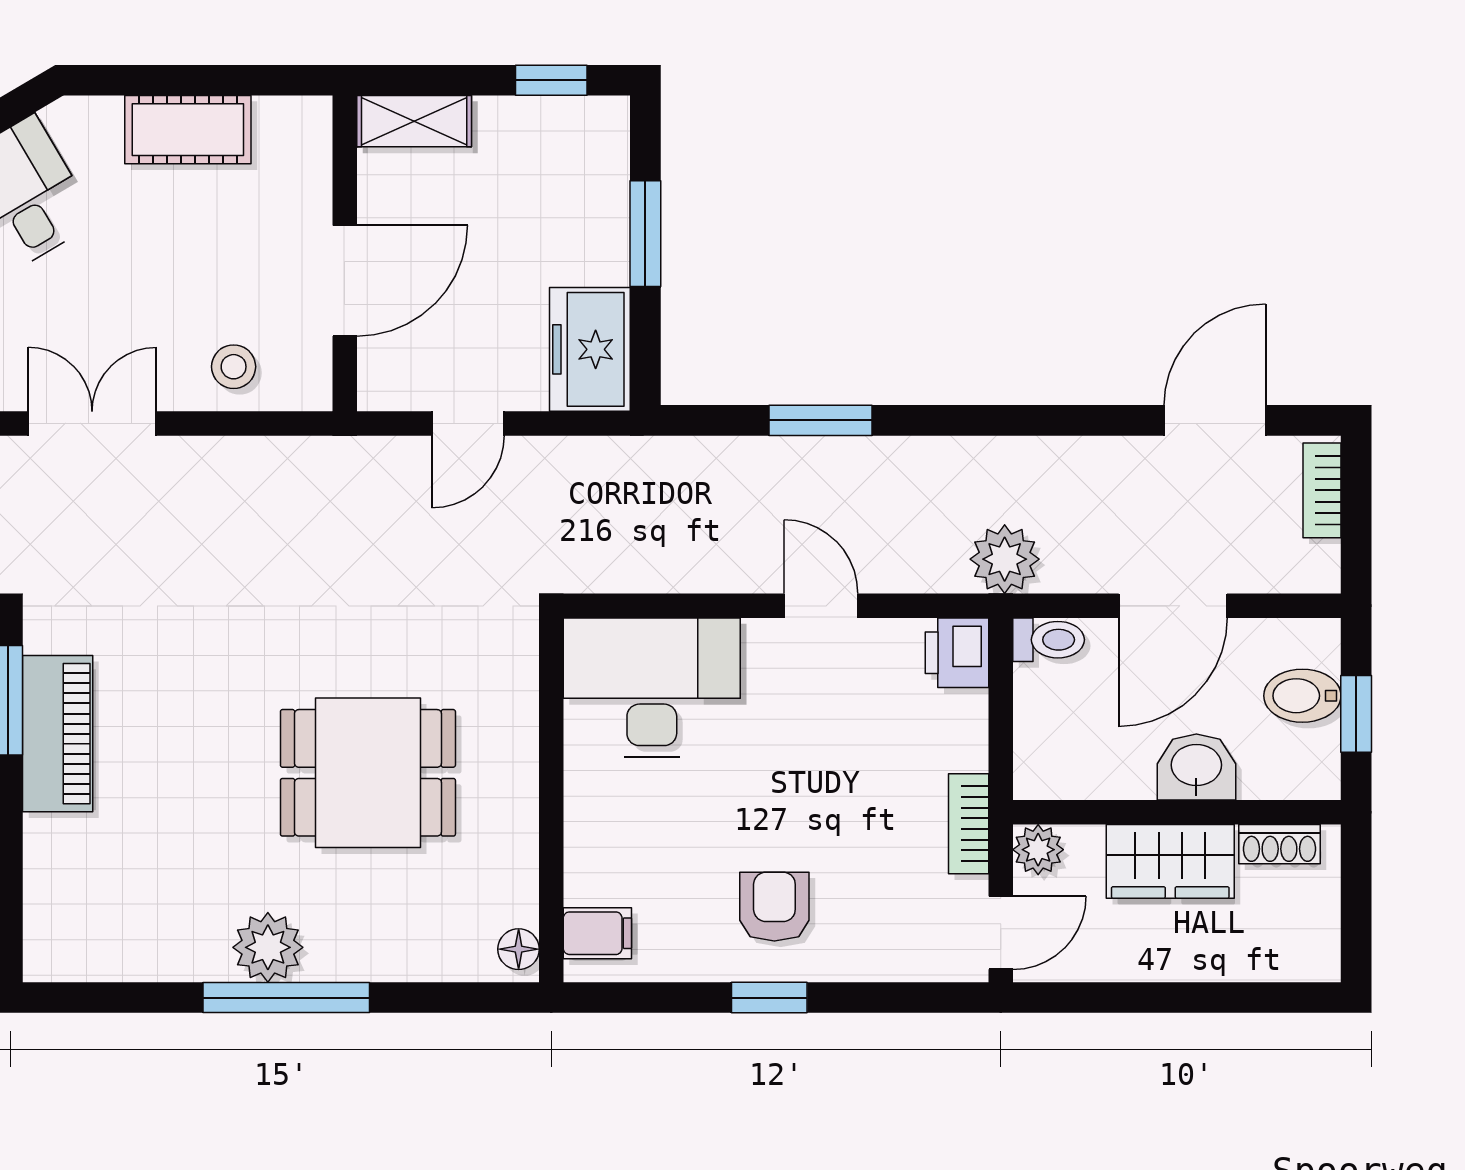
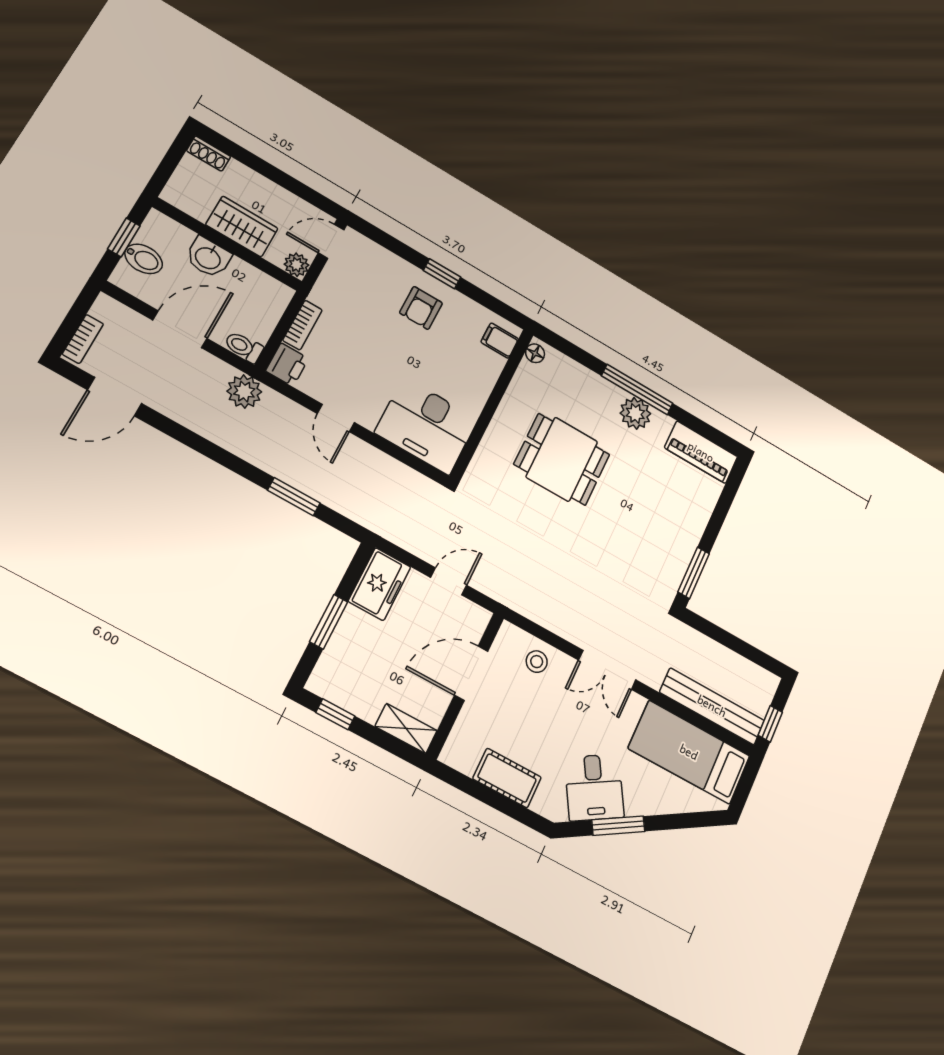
piano: (58, 734) -> (701, 452), moved, turned -90
bookcase: (969, 824) -> (302, 325), moved
shoe rack: (1279, 844) -> (209, 154), moved, turned 180

